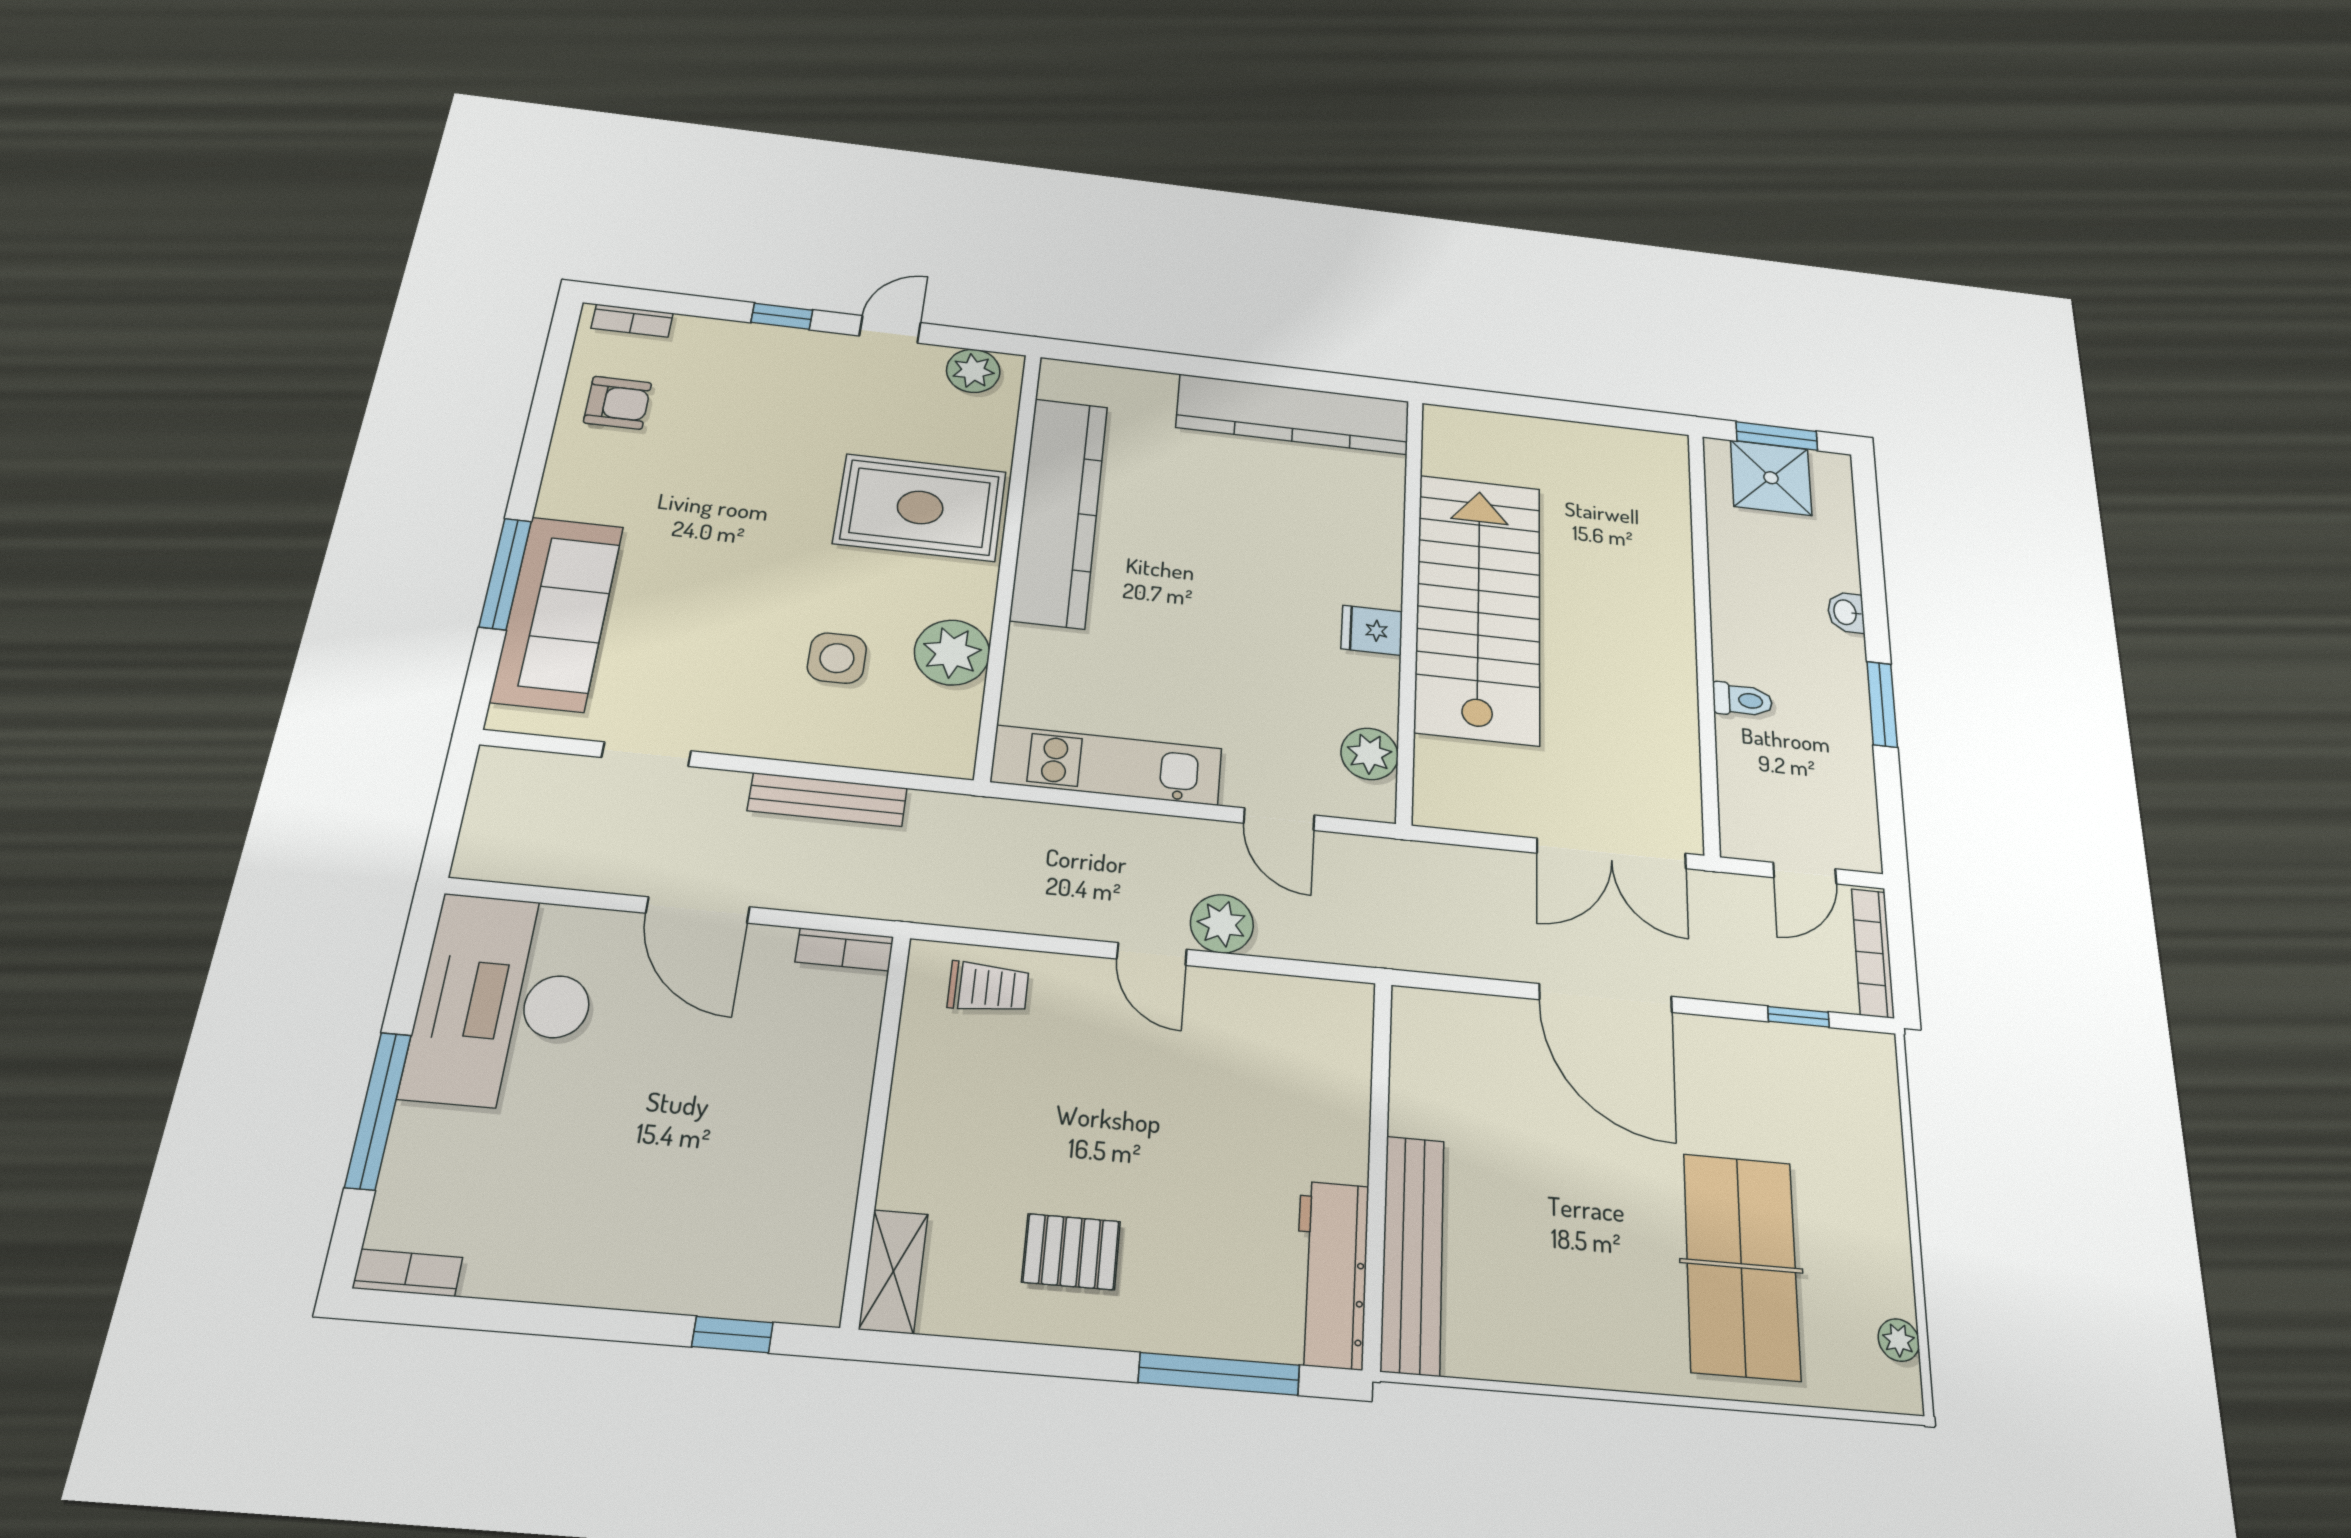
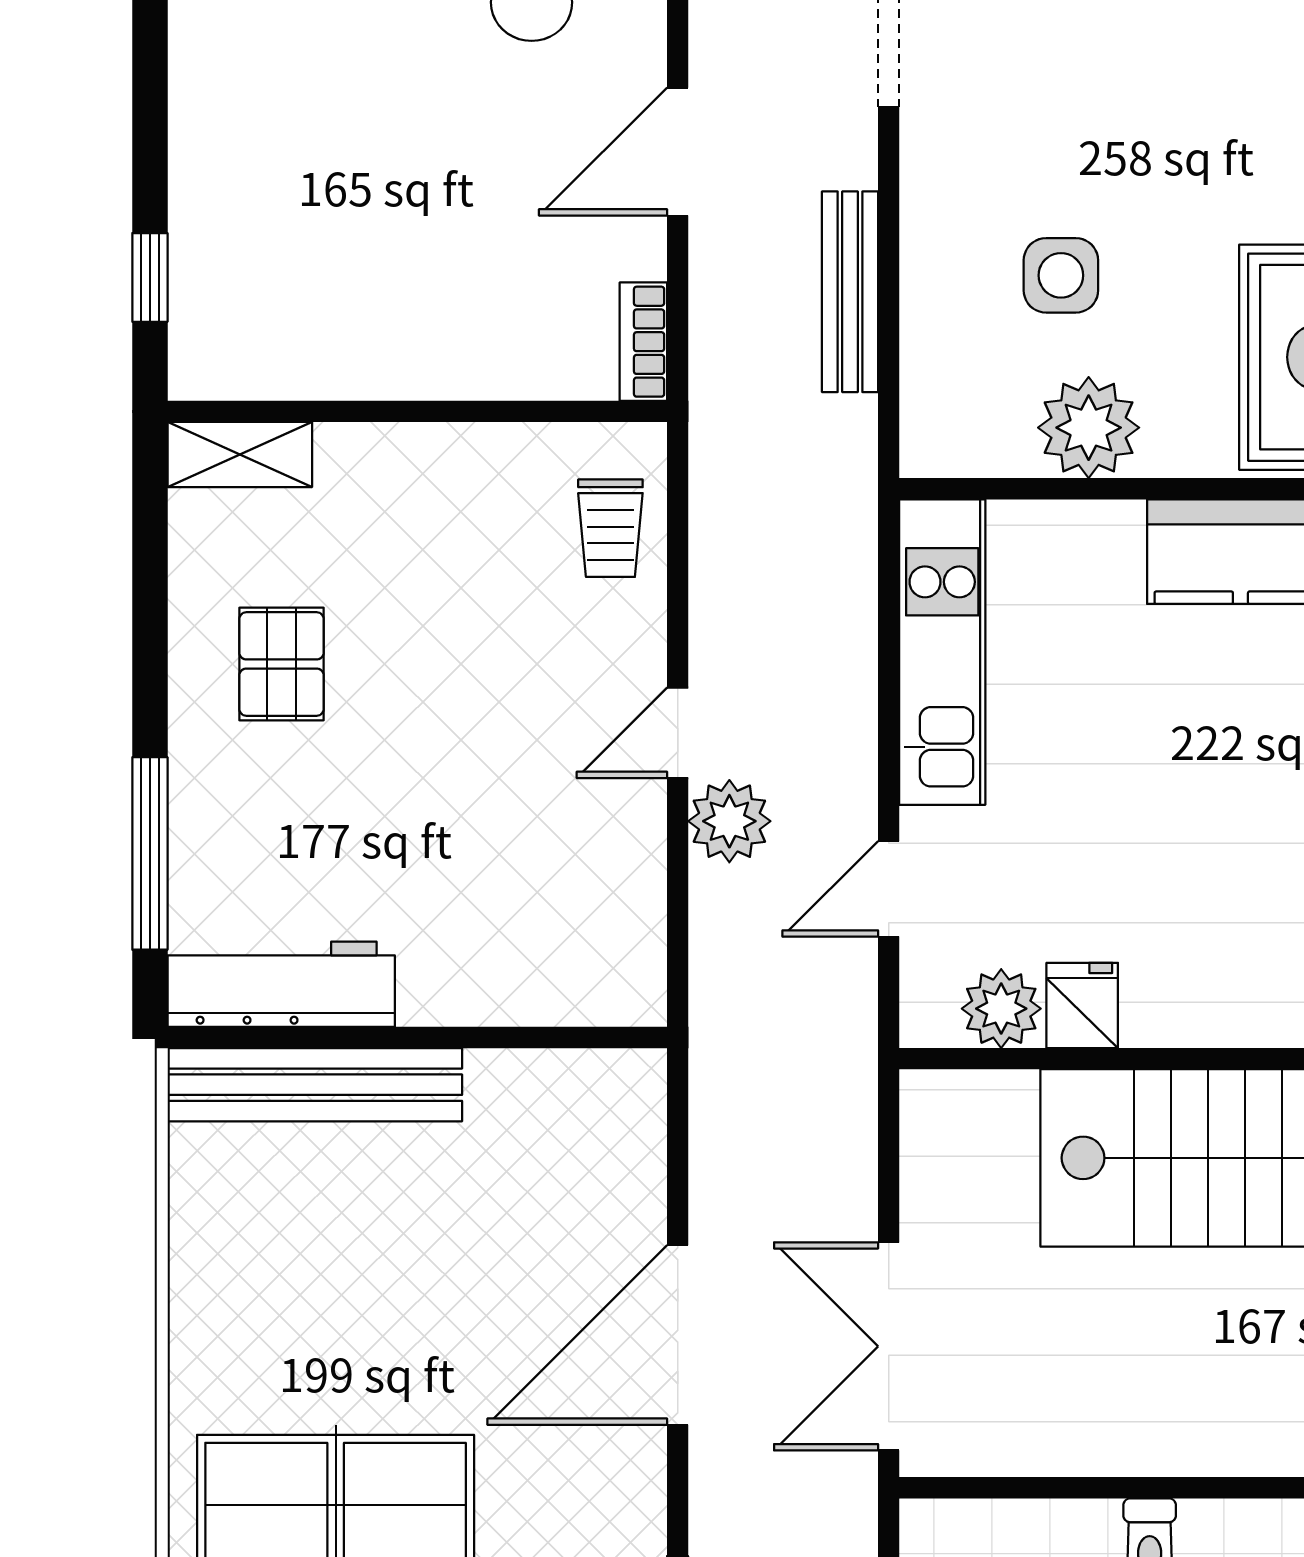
fridge: (1372, 630) -> (1082, 1005), moved

